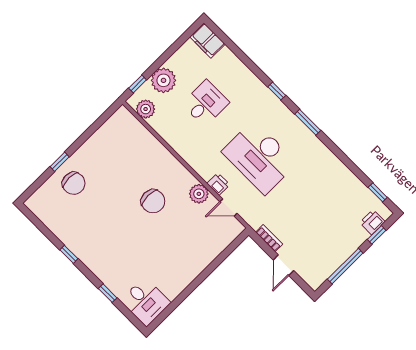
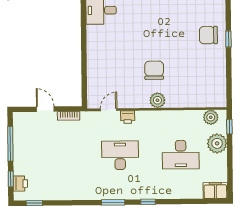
desk: (205, 103) -> (181, 155), width x1.37
desk: (259, 157) -> (120, 155), width x0.73, depth x0.77
plant: (199, 194) -> (157, 100), moved
chair: (153, 201) -> (154, 70), turned 90

